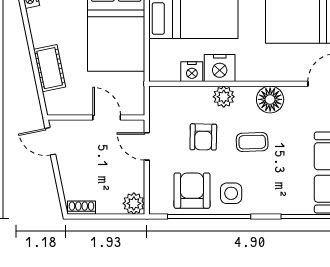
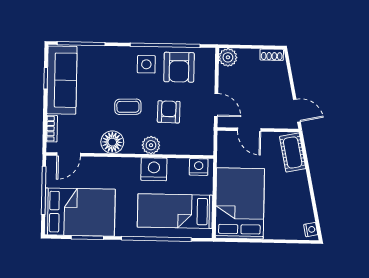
cot: (50, 68) -> (293, 152), moved
nightstand: (192, 72) -> (199, 167), moved

